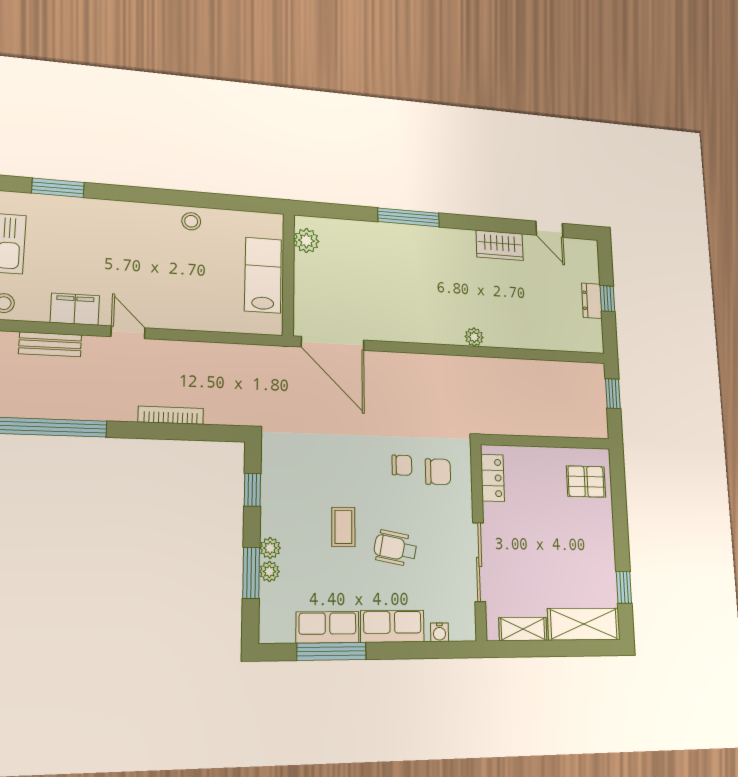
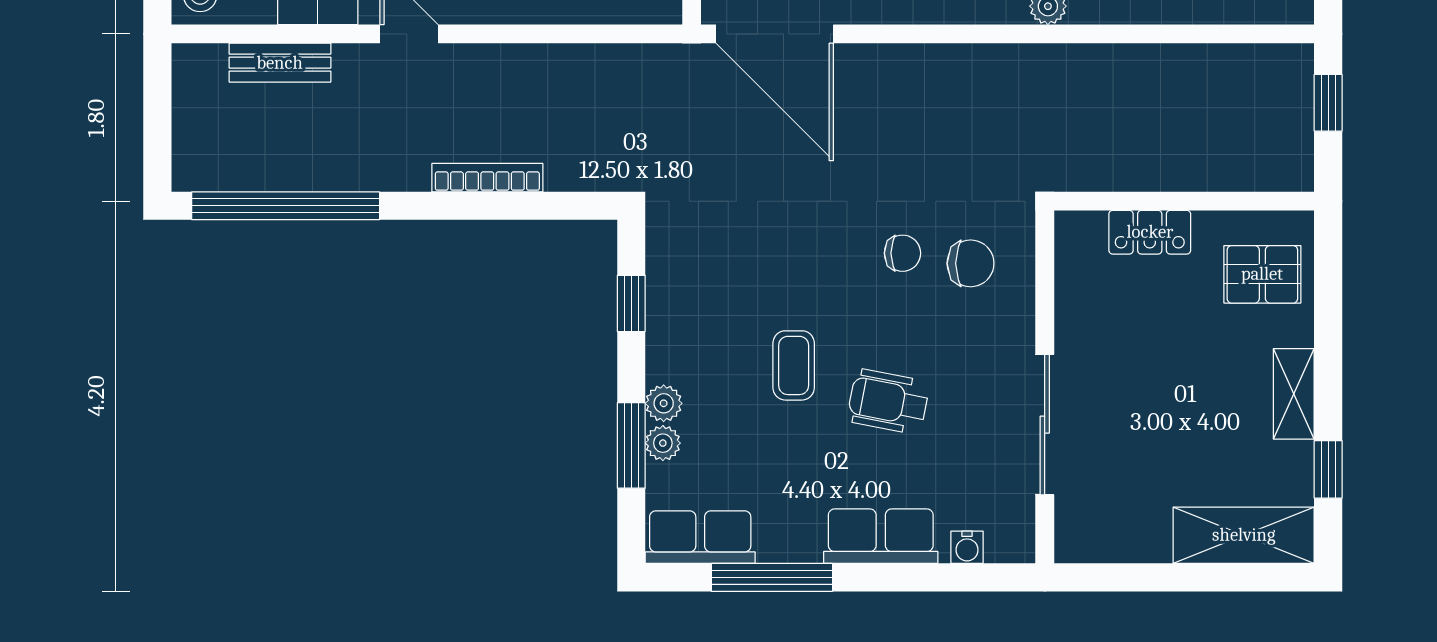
locker: (493, 478) -> (1150, 232), moved, turned 90
row of seats: (328, 627) -> (700, 537), moved
shelving: (523, 629) -> (1294, 394), moved, turned 90

